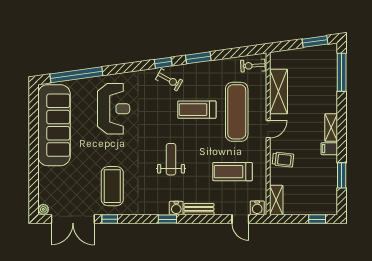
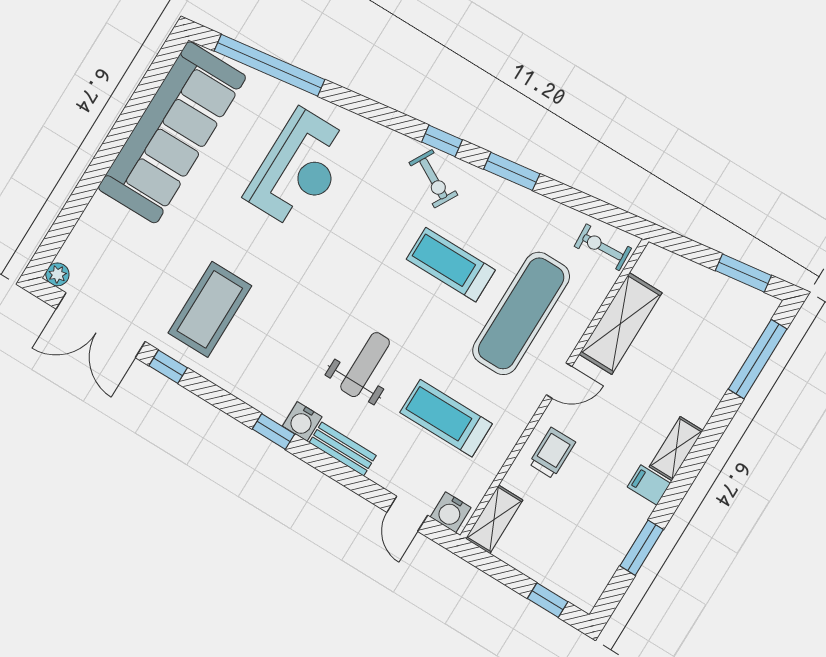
weight bench: (171, 159) -> (365, 365), moved
trolley: (283, 160) -> (552, 453), turned -96

